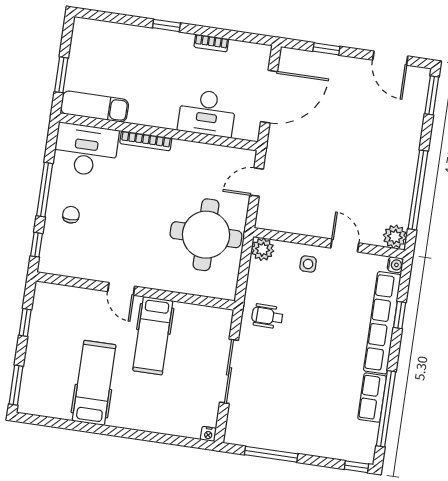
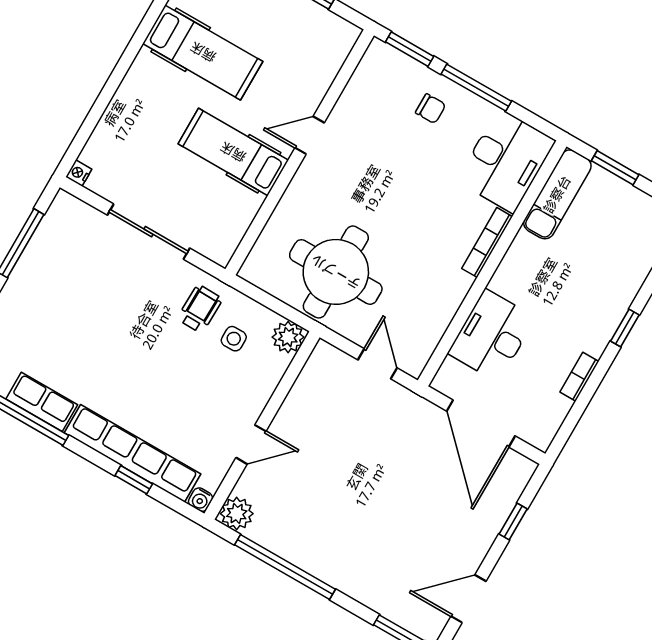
window: (37, 245) -> (410, 49), width x1.50
side table: (308, 264) -> (234, 339), moved

